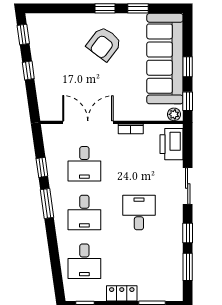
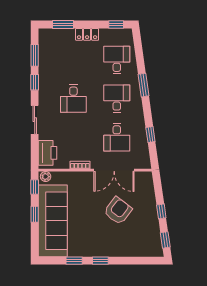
armchair: (104, 44) -> (118, 211), moved
desk: (84, 164) -> (117, 137), turned 180
window: (47, 203) -> (143, 85), moved

